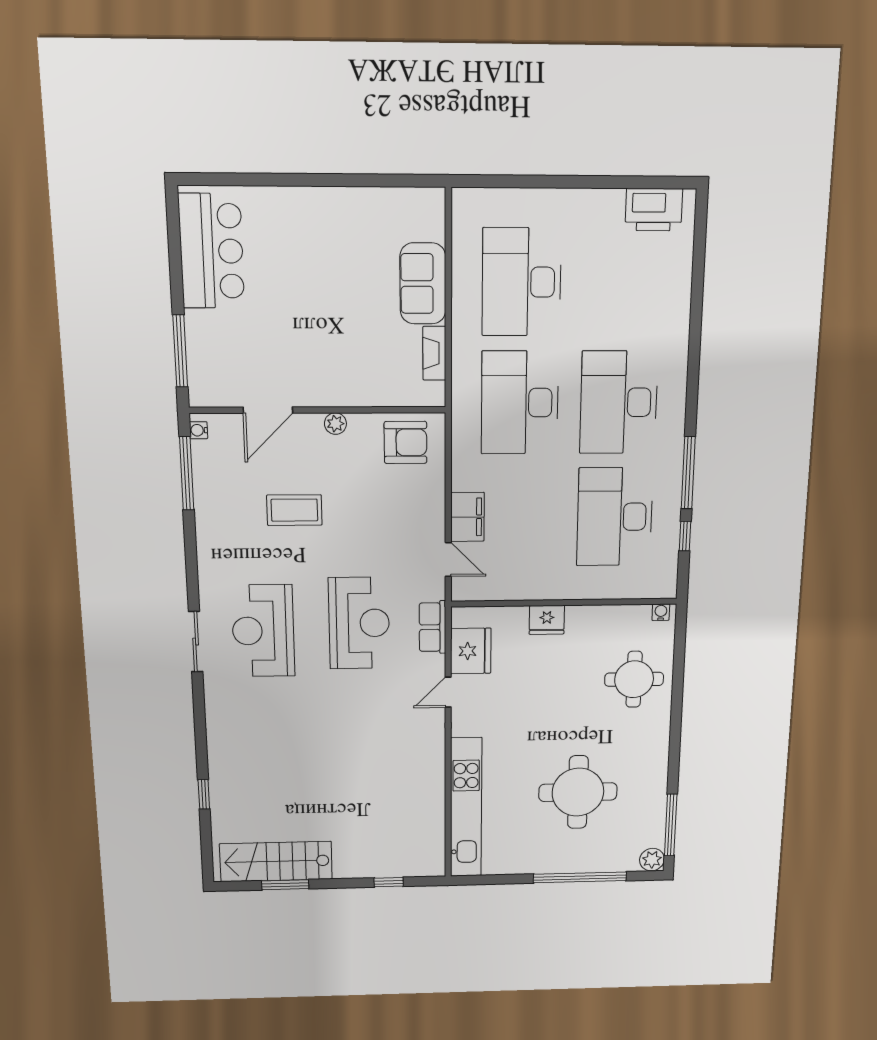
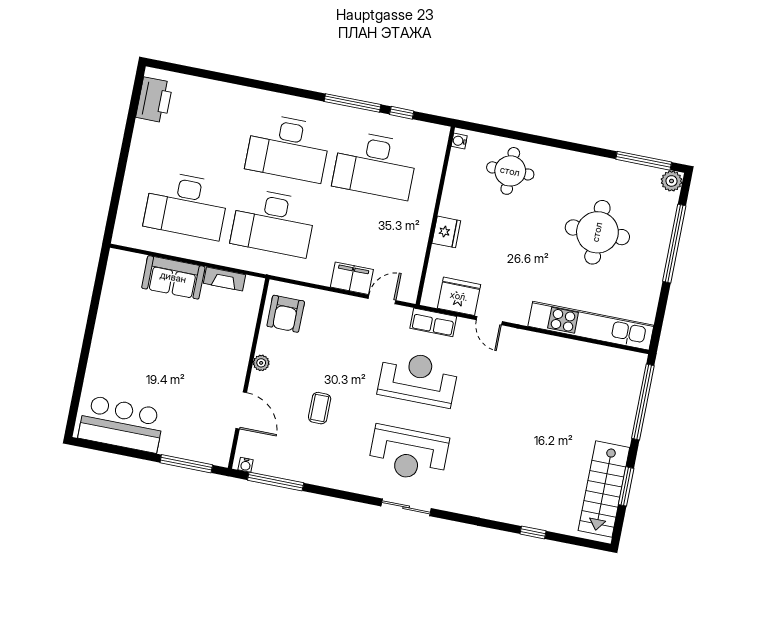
armchair: (406, 442) -> (286, 314), turned 180
coffee table: (294, 510) -> (320, 408), width x0.73, depth x0.77
window: (389, 882) -> (643, 402), width x3.17

